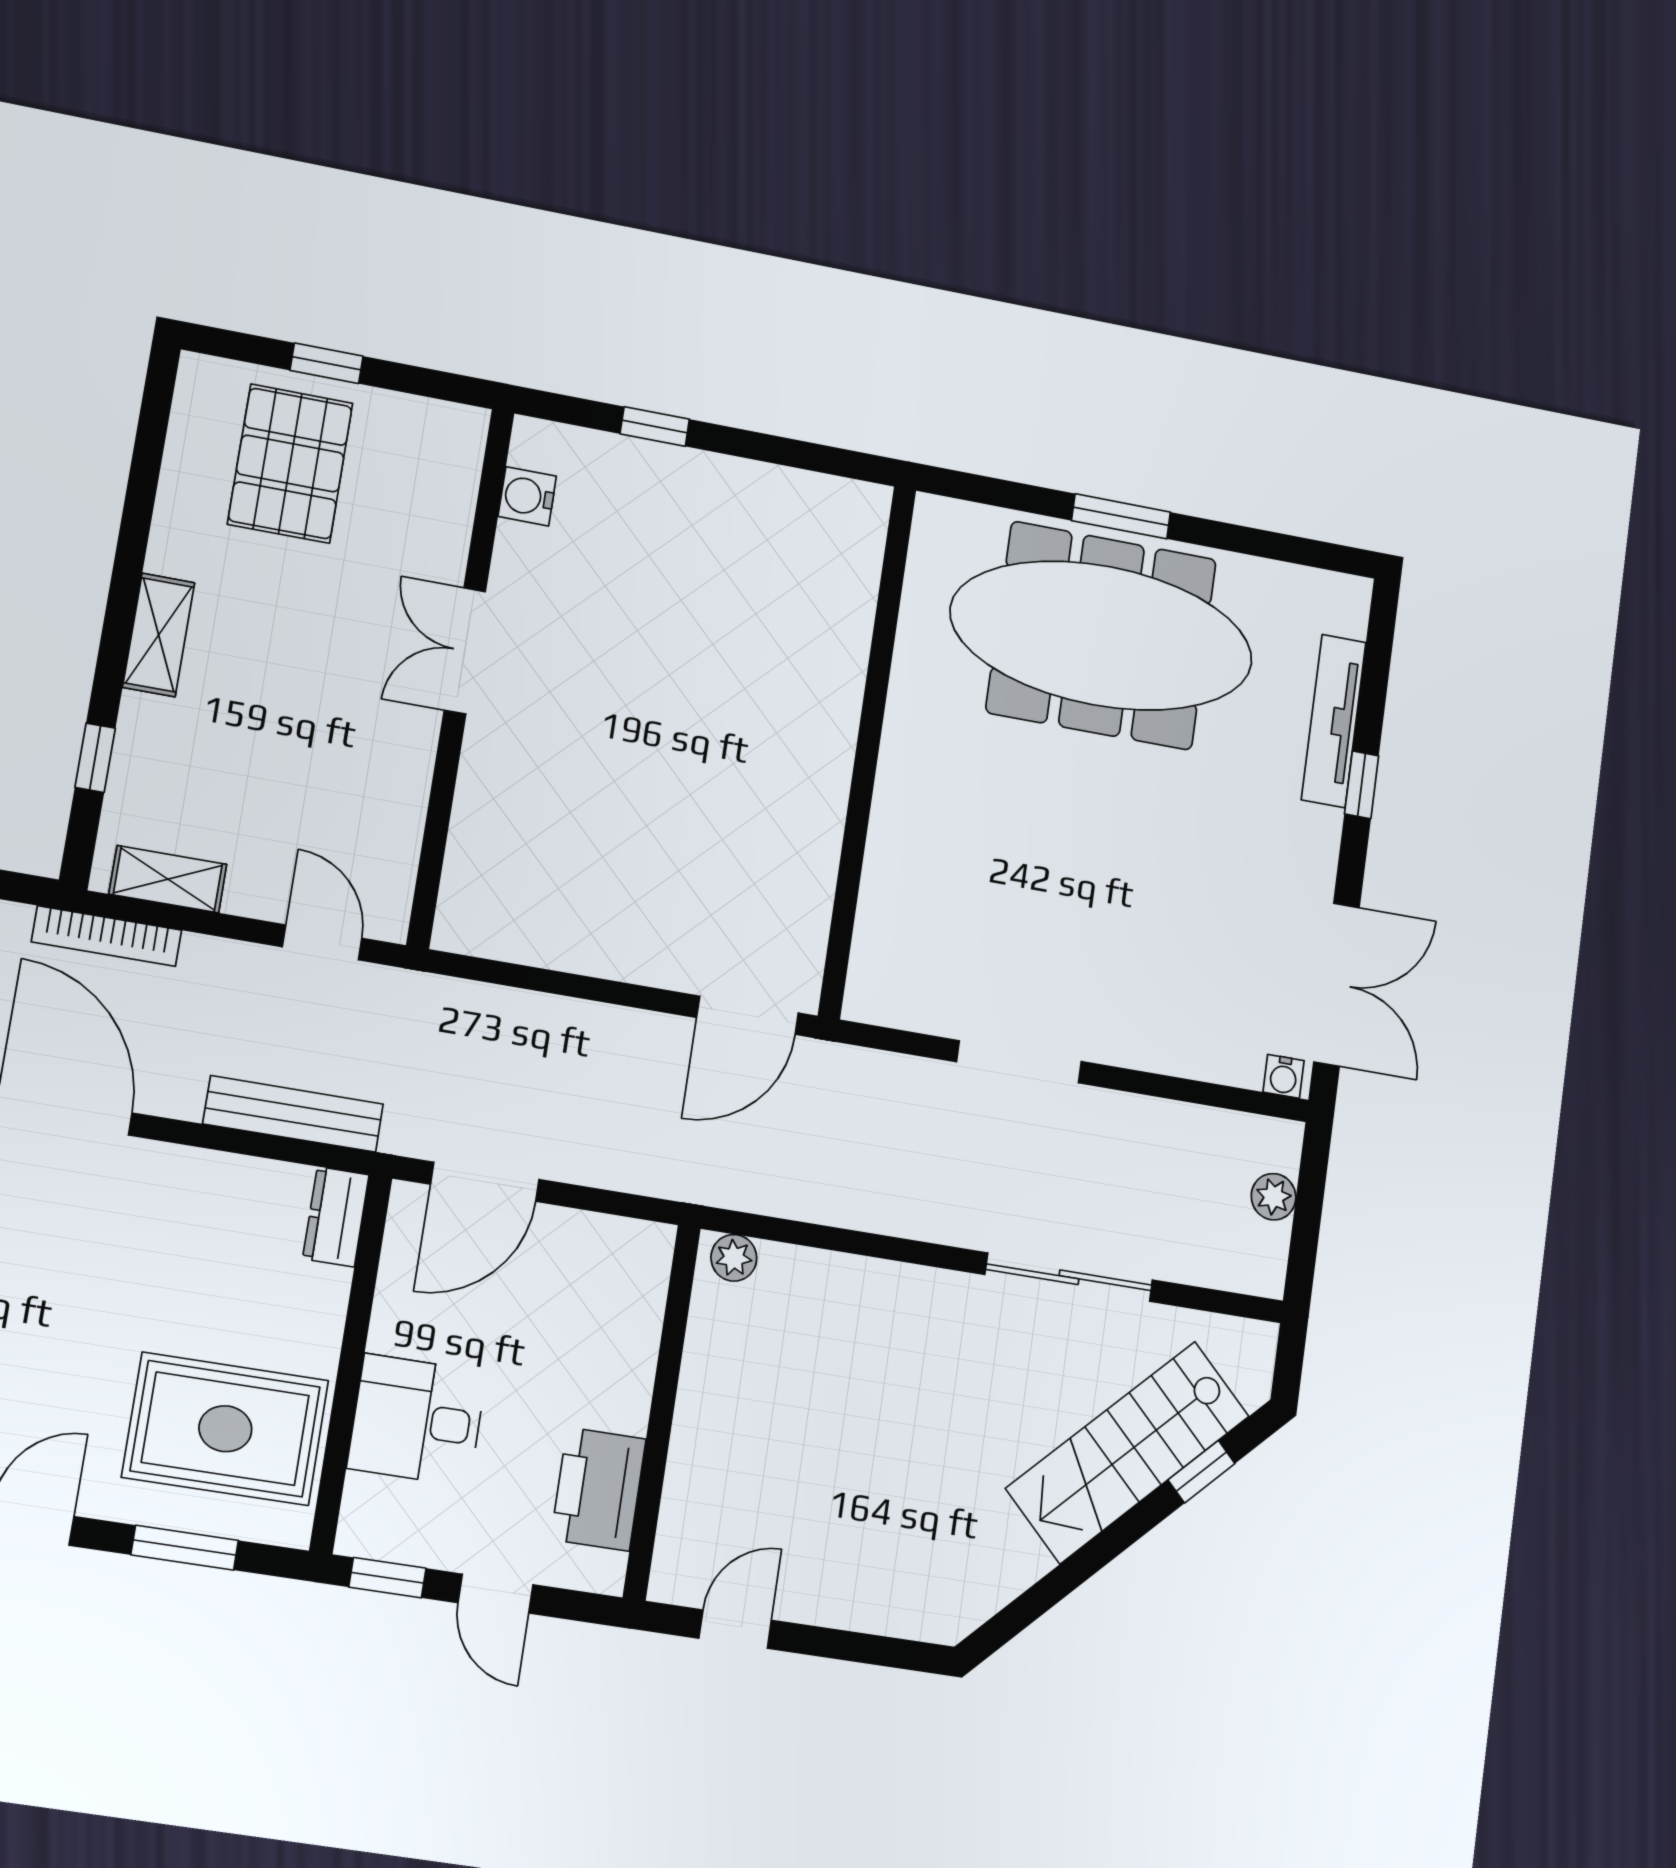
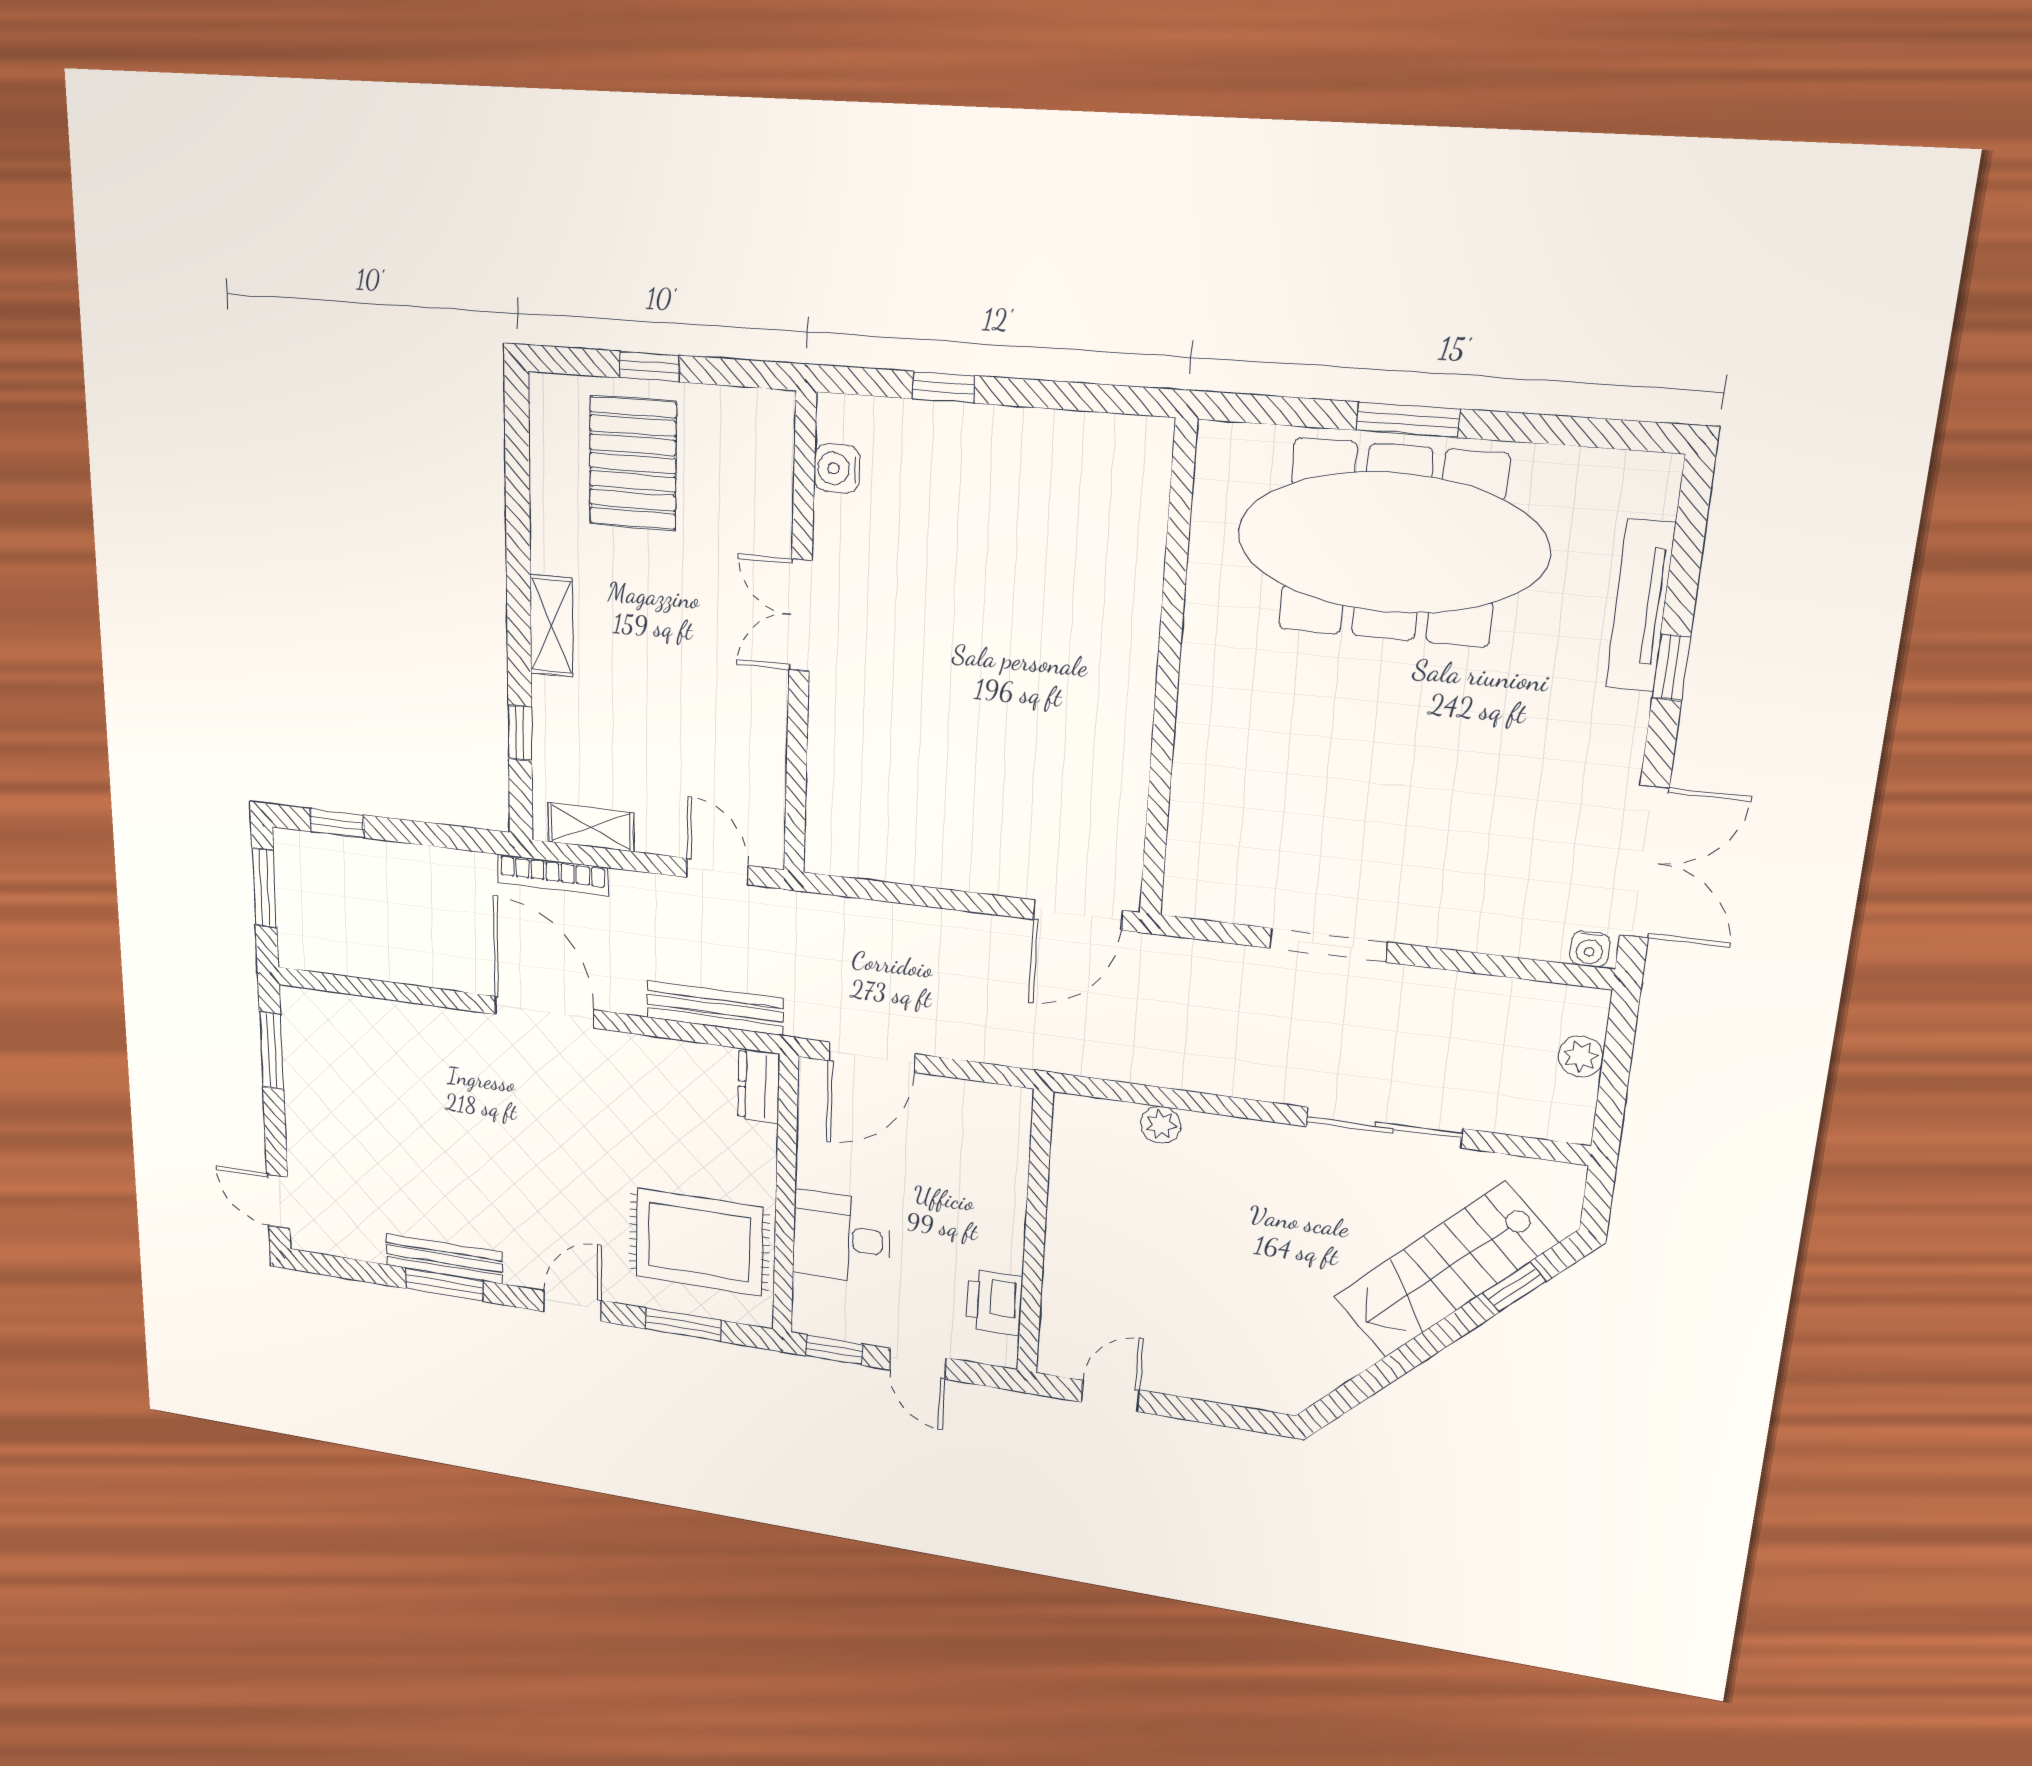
plant: (734, 1258) -> (1160, 1125), moved
printer: (598, 1489) -> (994, 1302), width x0.73, depth x0.84

